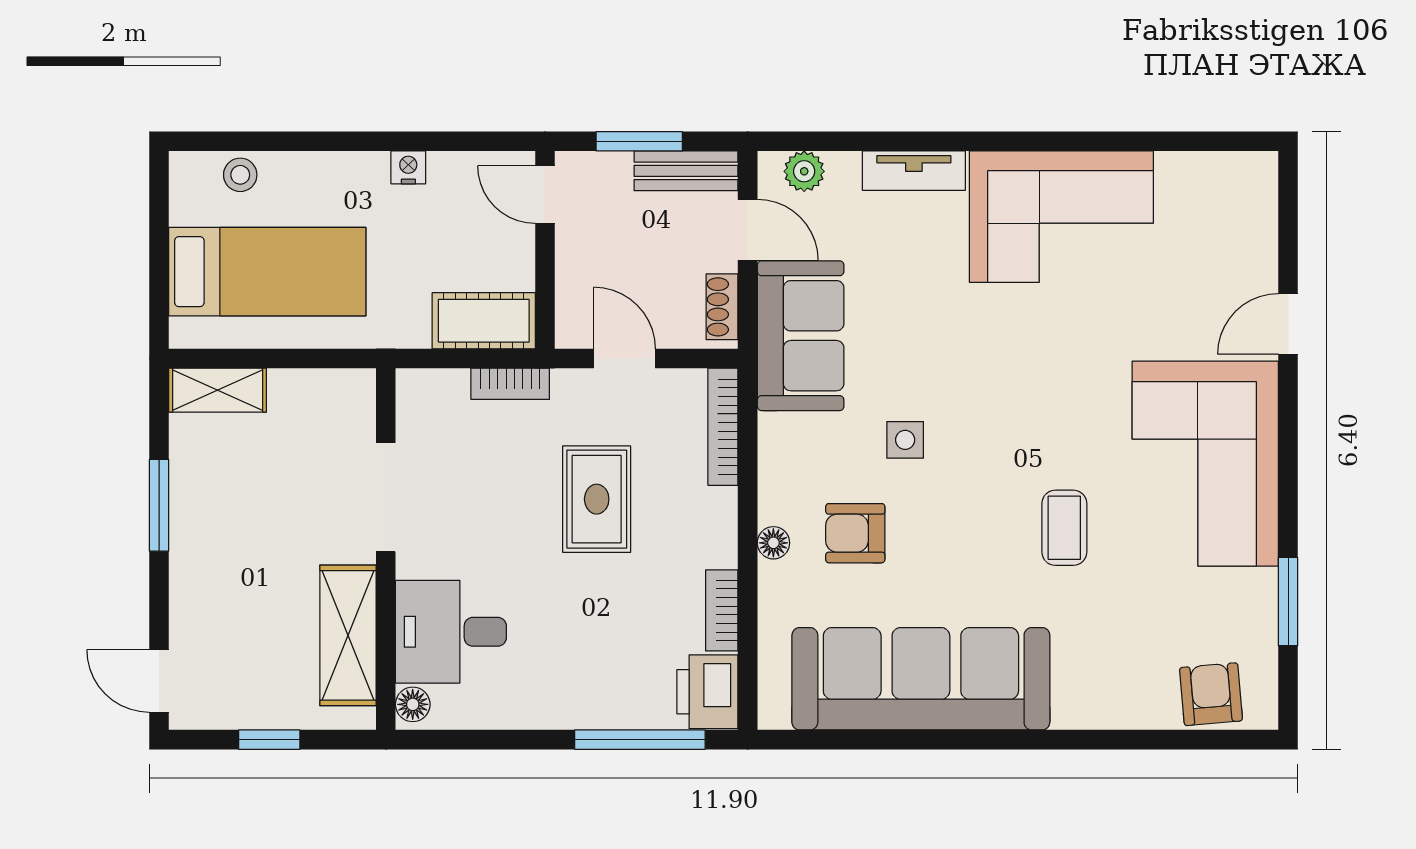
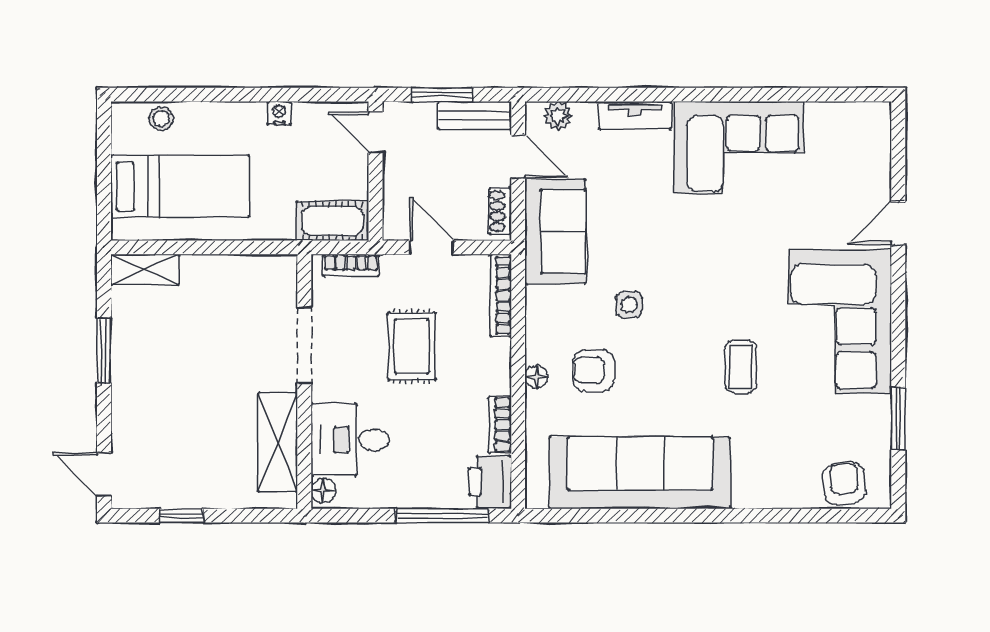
doorway: (386, 497) -> (304, 345), moved
wall: (386, 549) -> (304, 382), moved
desk: (451, 632) -> (350, 440), moved
shelving: (348, 635) -> (278, 442), moved
floor lamp: (413, 704) -> (323, 491), moved

